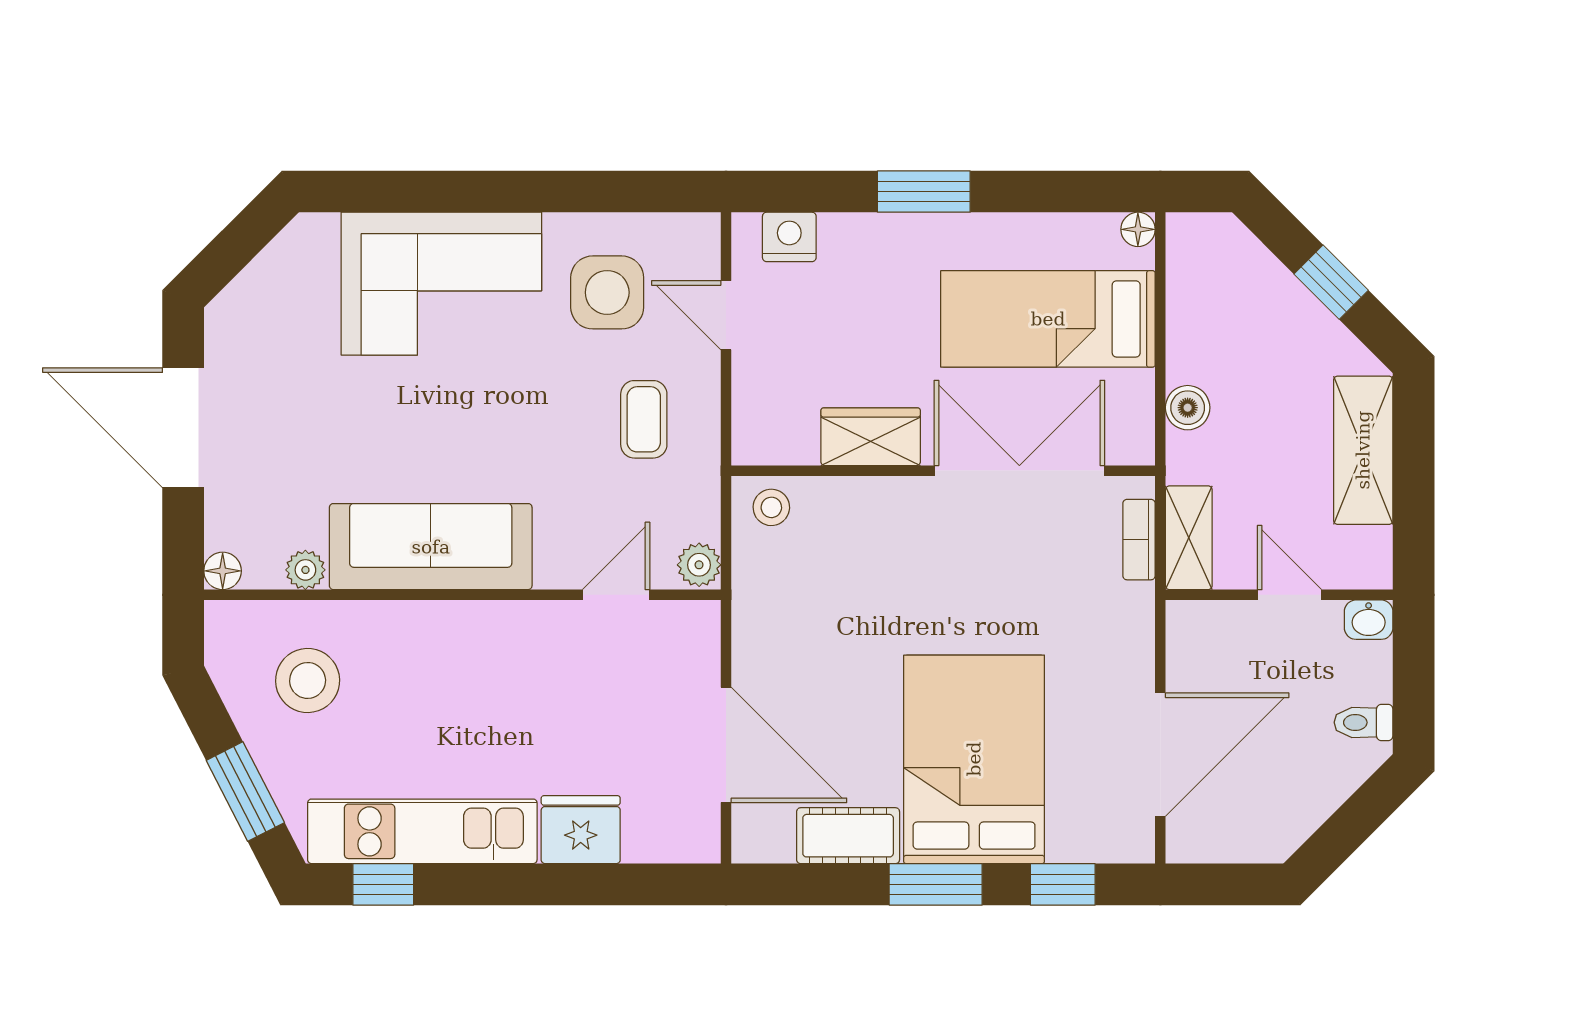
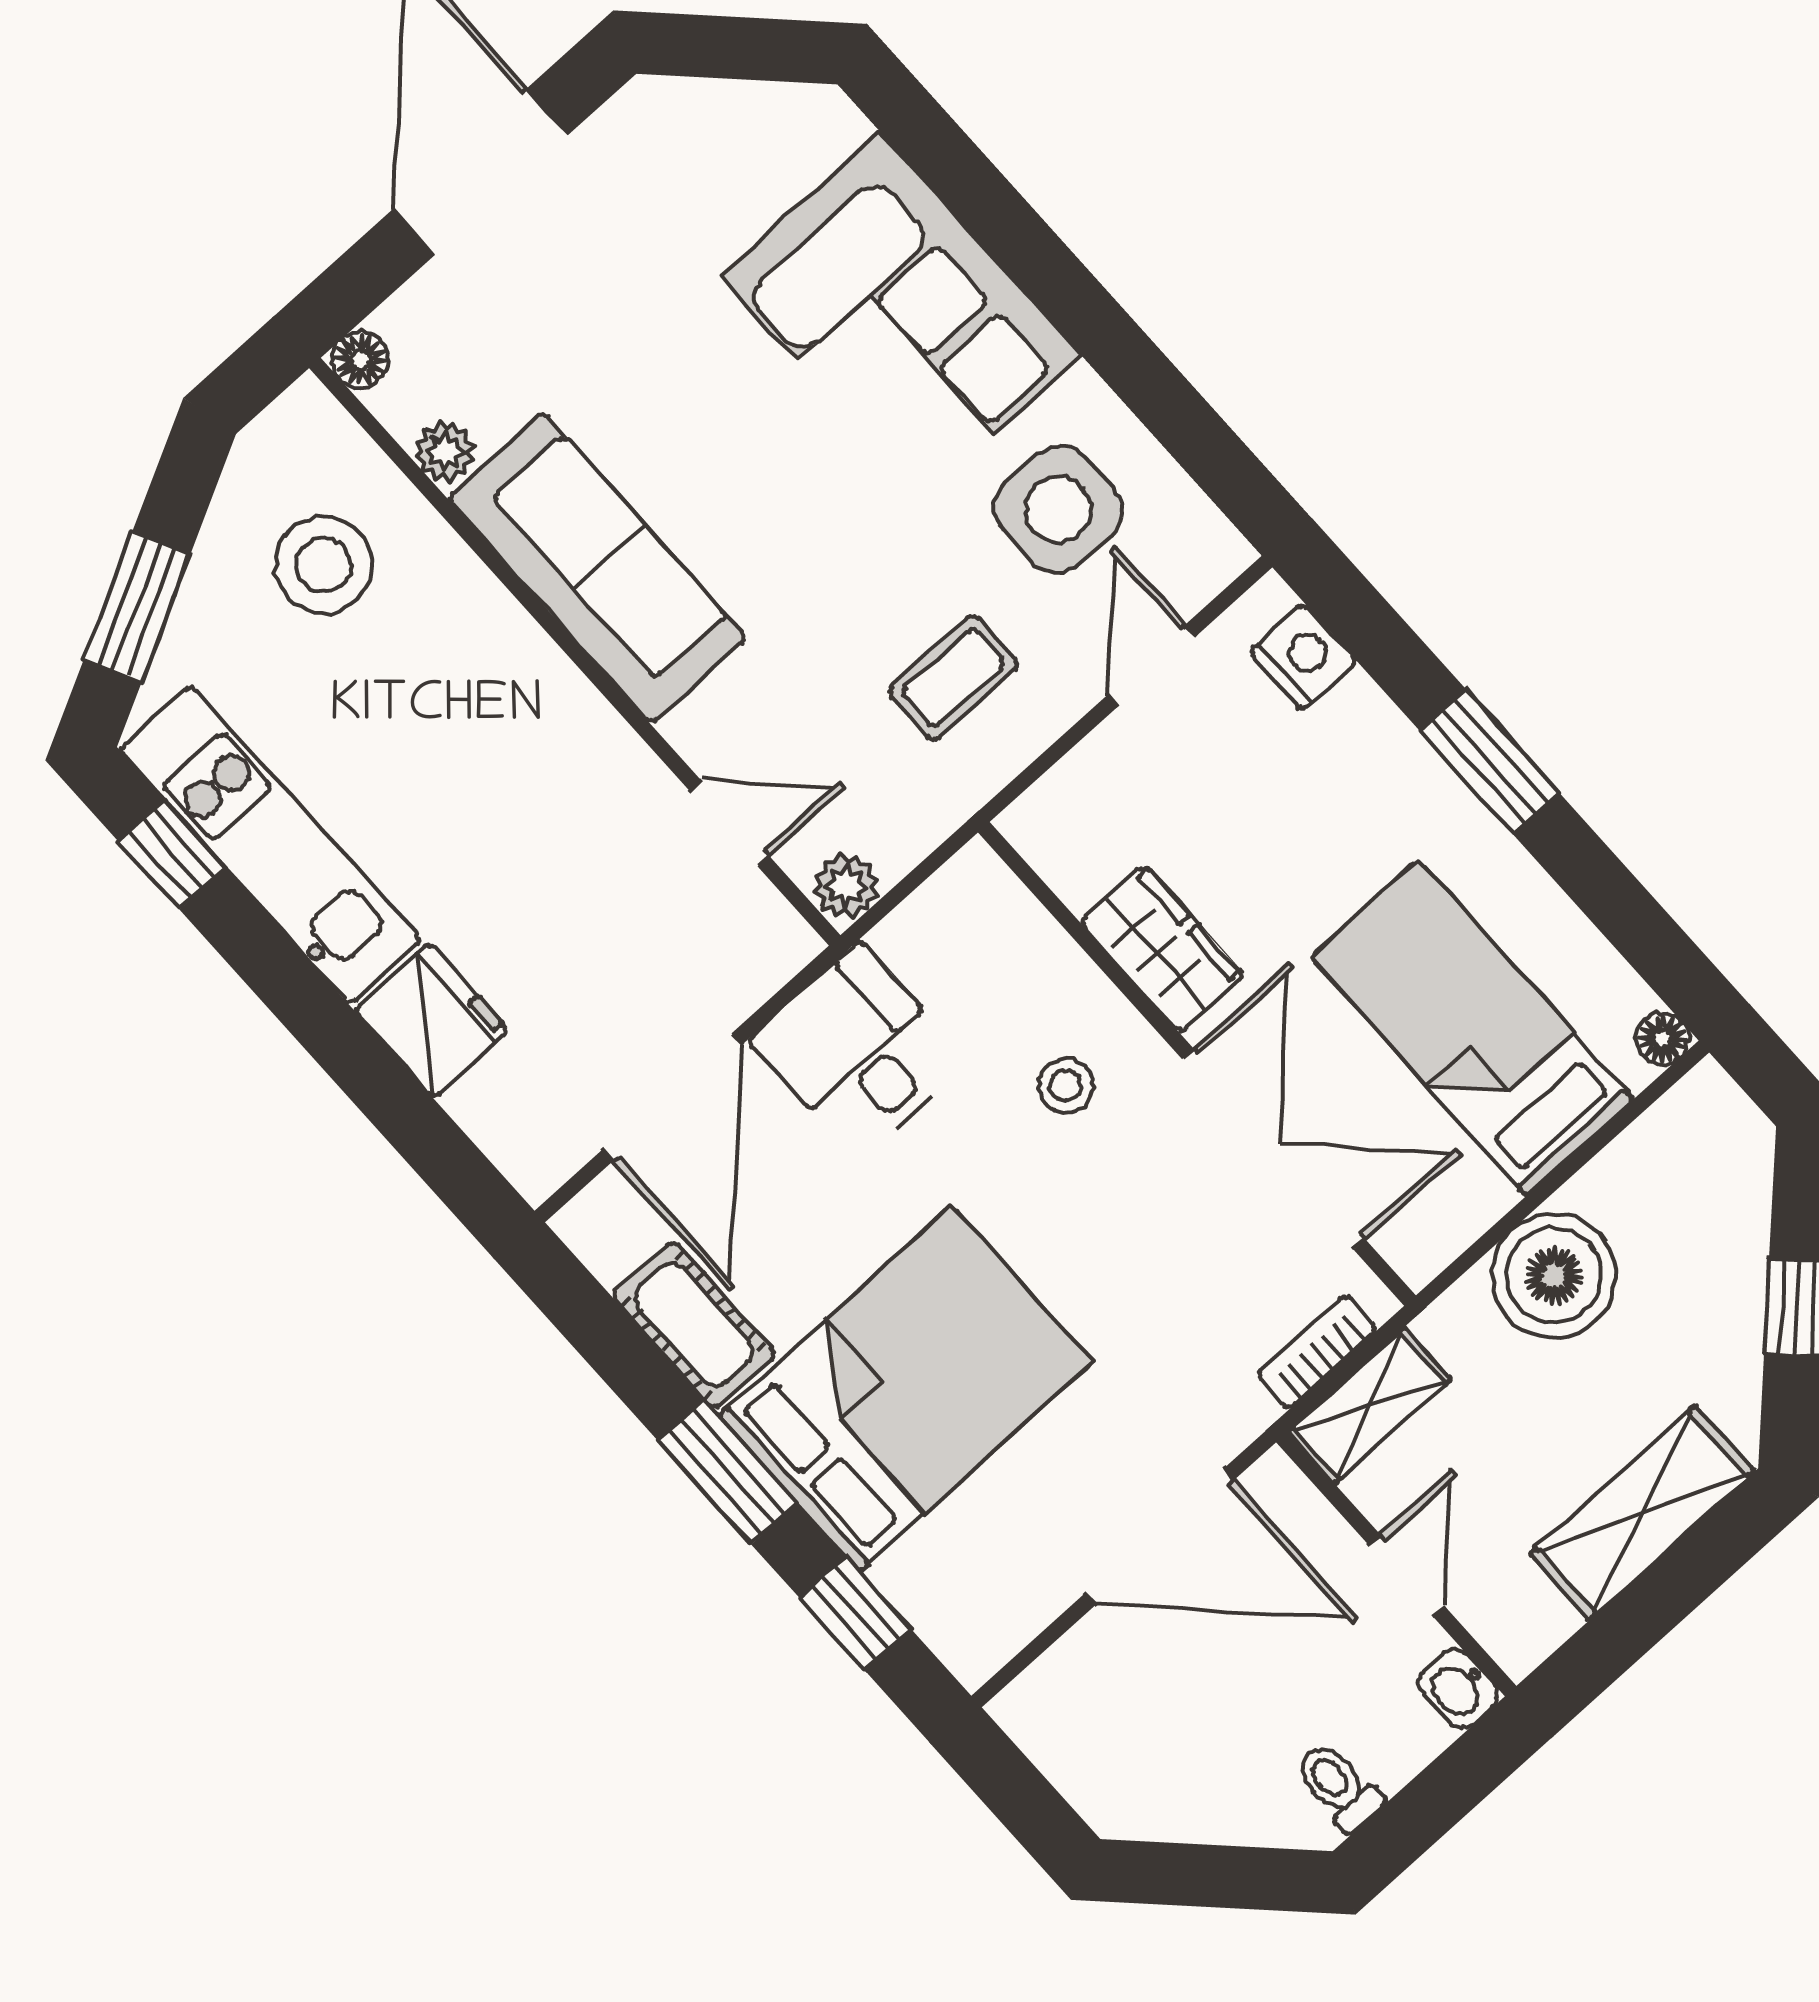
boiler: (1188, 408) -> (1554, 1276), width x1.86, depth x1.86
stool: (771, 507) -> (1066, 1085), moved
desk: (786, 632) -> (858, 1051), added
door: (1160, 755) -> (1160, 1537), moved

